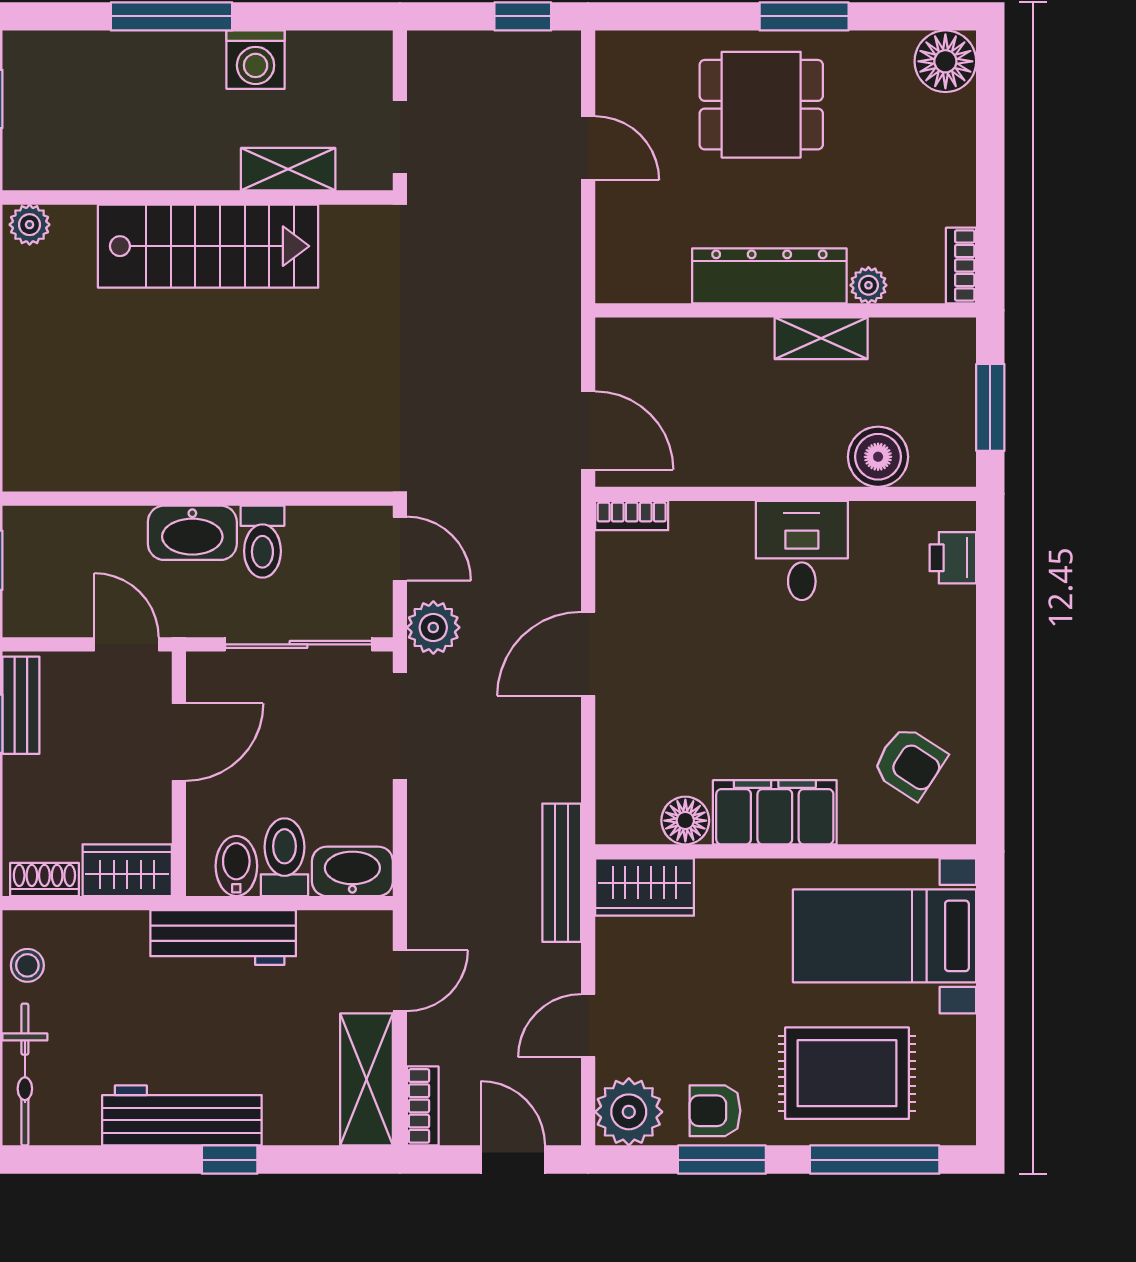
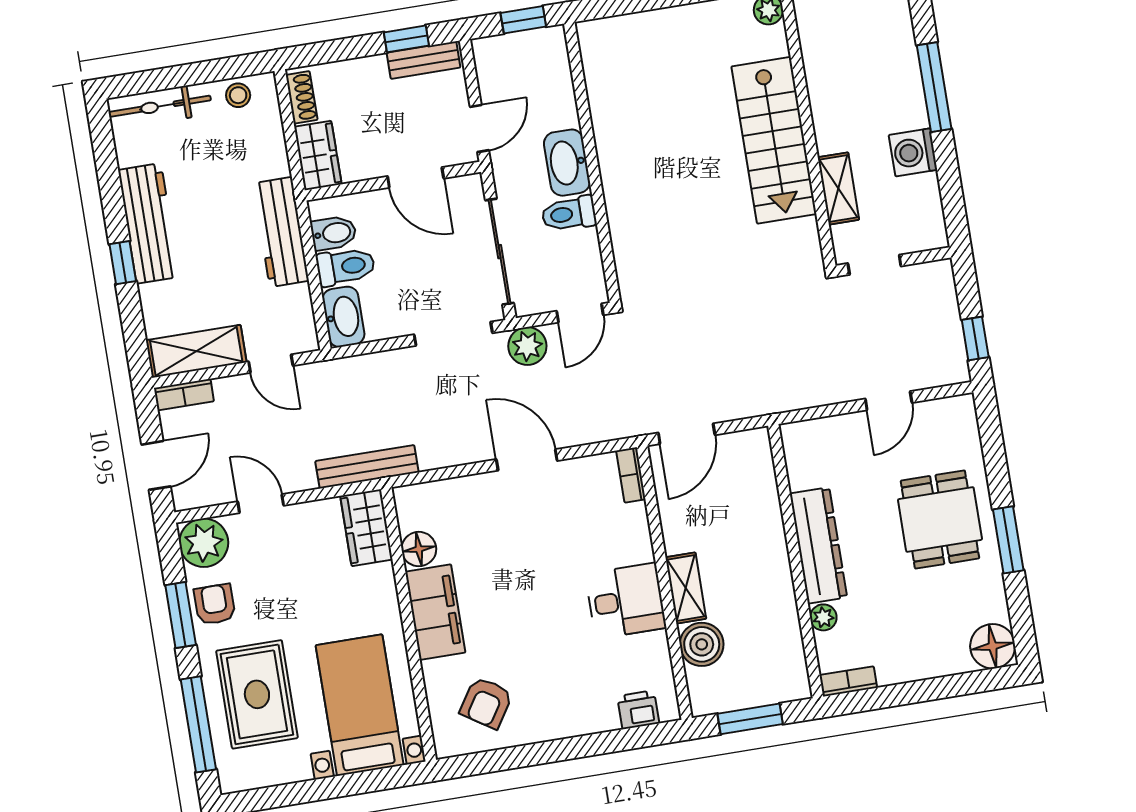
shelving: (821, 338) -> (686, 588), moved

